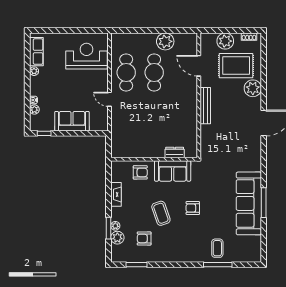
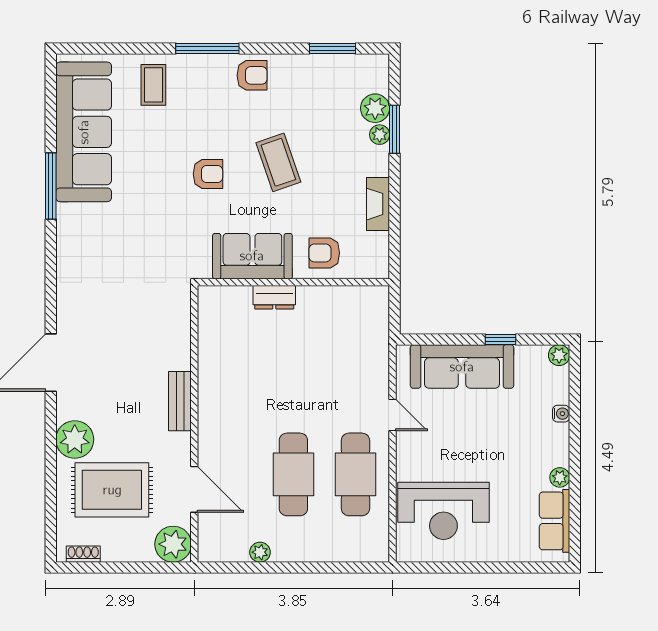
plant: (165, 41) -> (260, 552), width x0.53, depth x0.53
plant: (225, 41) -> (173, 544), moved
bench: (205, 106) -> (180, 401), width x0.73
plant: (34, 109) -> (559, 355), moved
sofa: (72, 121) -> (462, 367), width x1.36
window: (44, 133) -> (501, 339), moved
dresser: (175, 152) -> (274, 297), moved
sofa: (249, 203) -> (84, 132), moved
armchair: (144, 238) -> (252, 75), moved
window: (218, 265) -> (207, 49), moved

